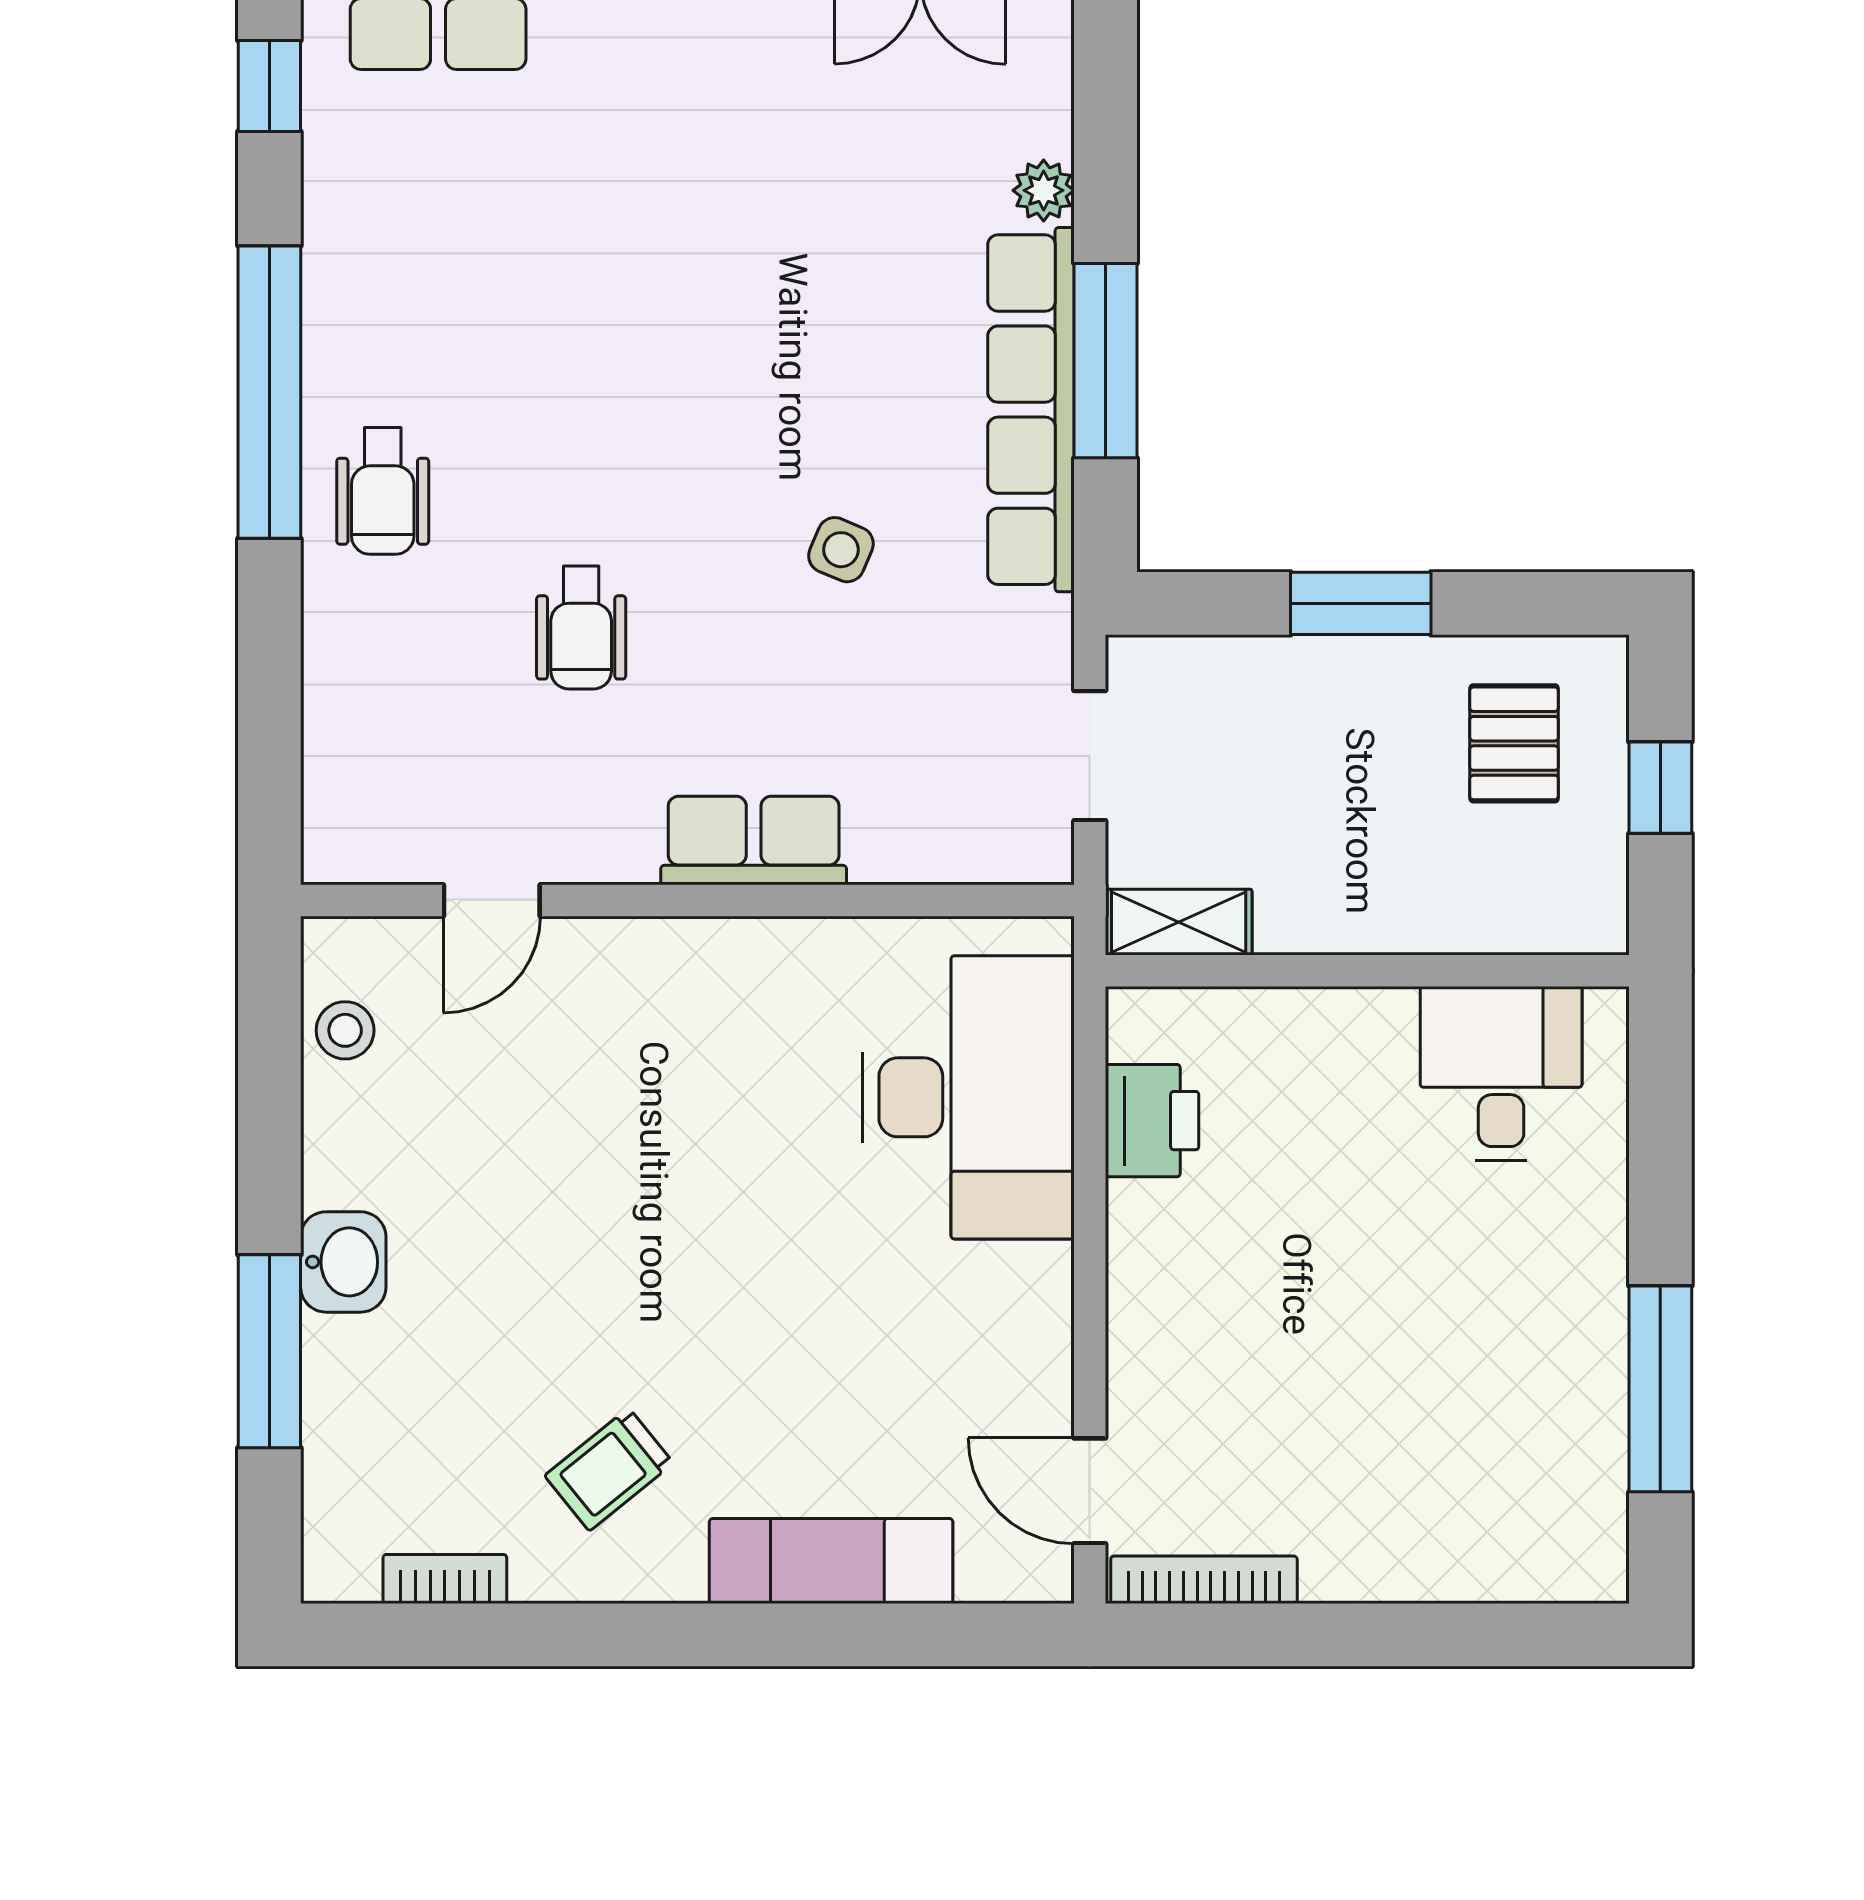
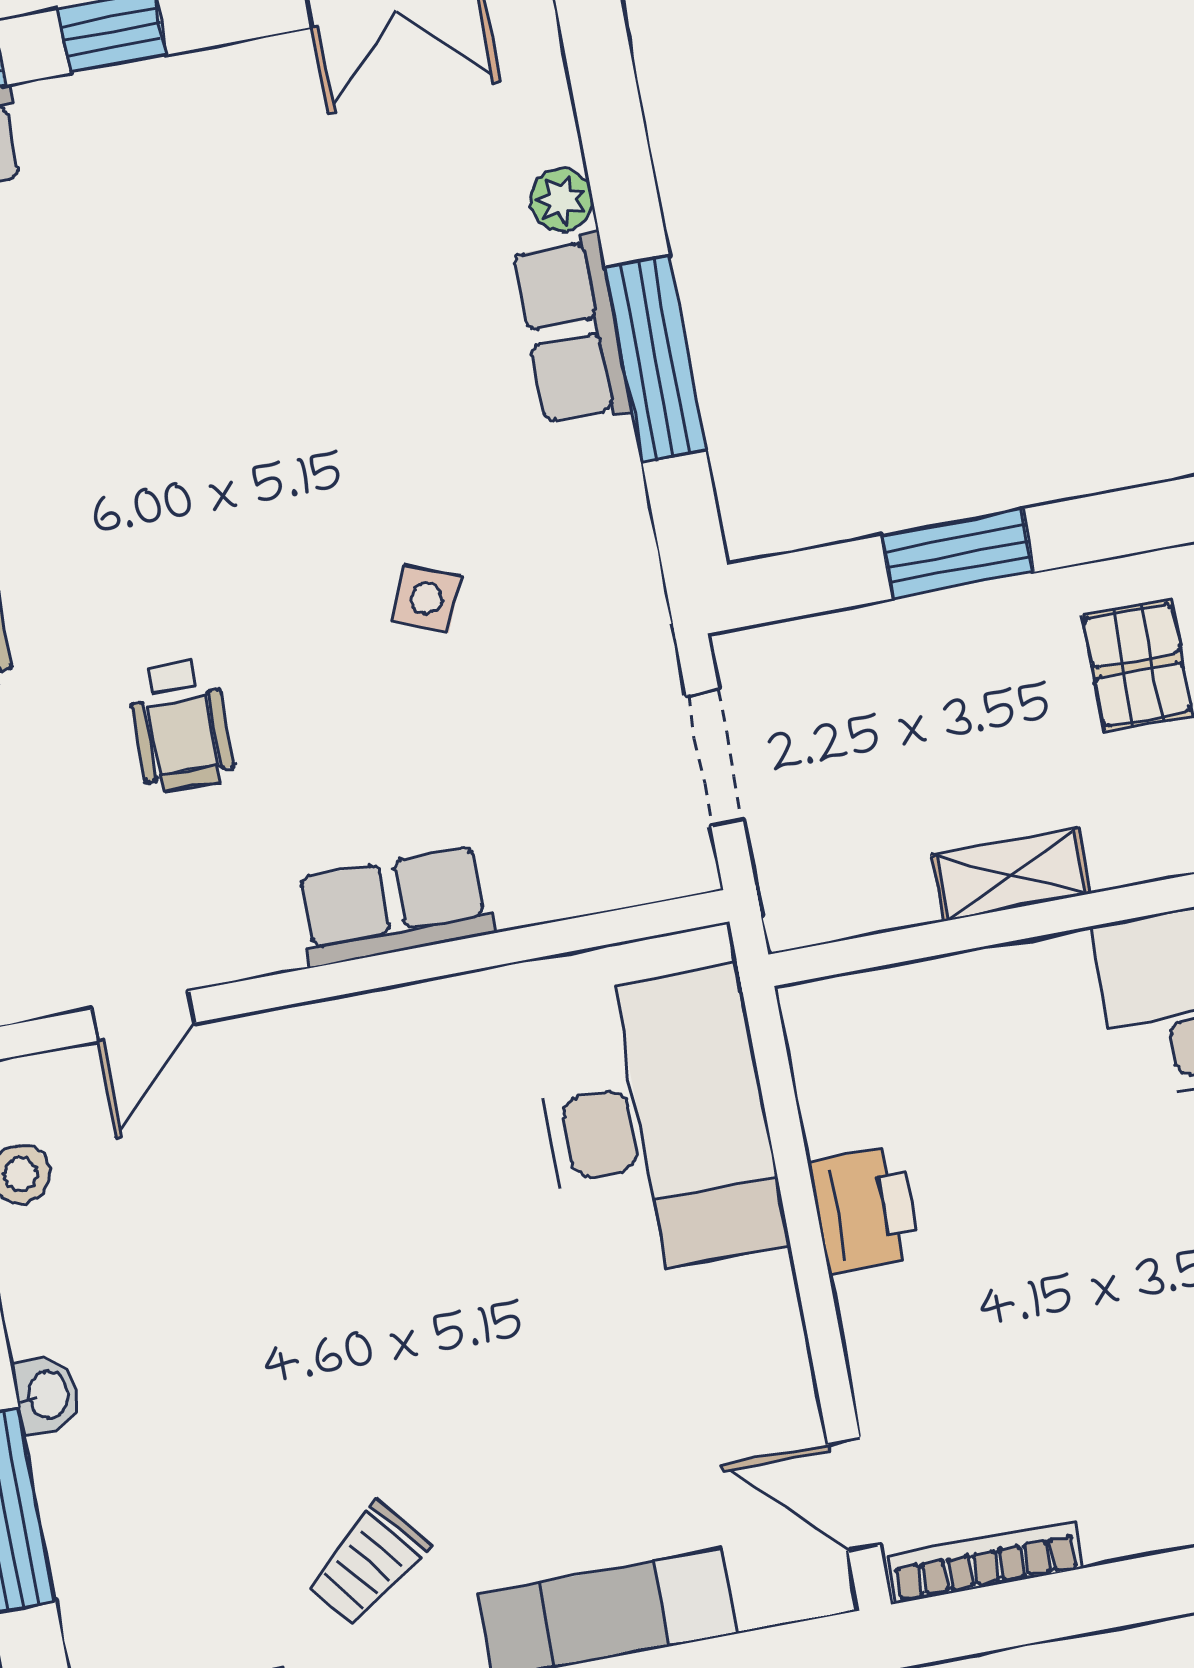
row of seats: (1031, 410) -> (573, 330), width x0.50
shelving: (1179, 922) -> (1011, 875), moved
printer: (1152, 1121) -> (865, 1209), moved
washbasin: (343, 1262) -> (46, 1395), width x0.72, depth x0.69

